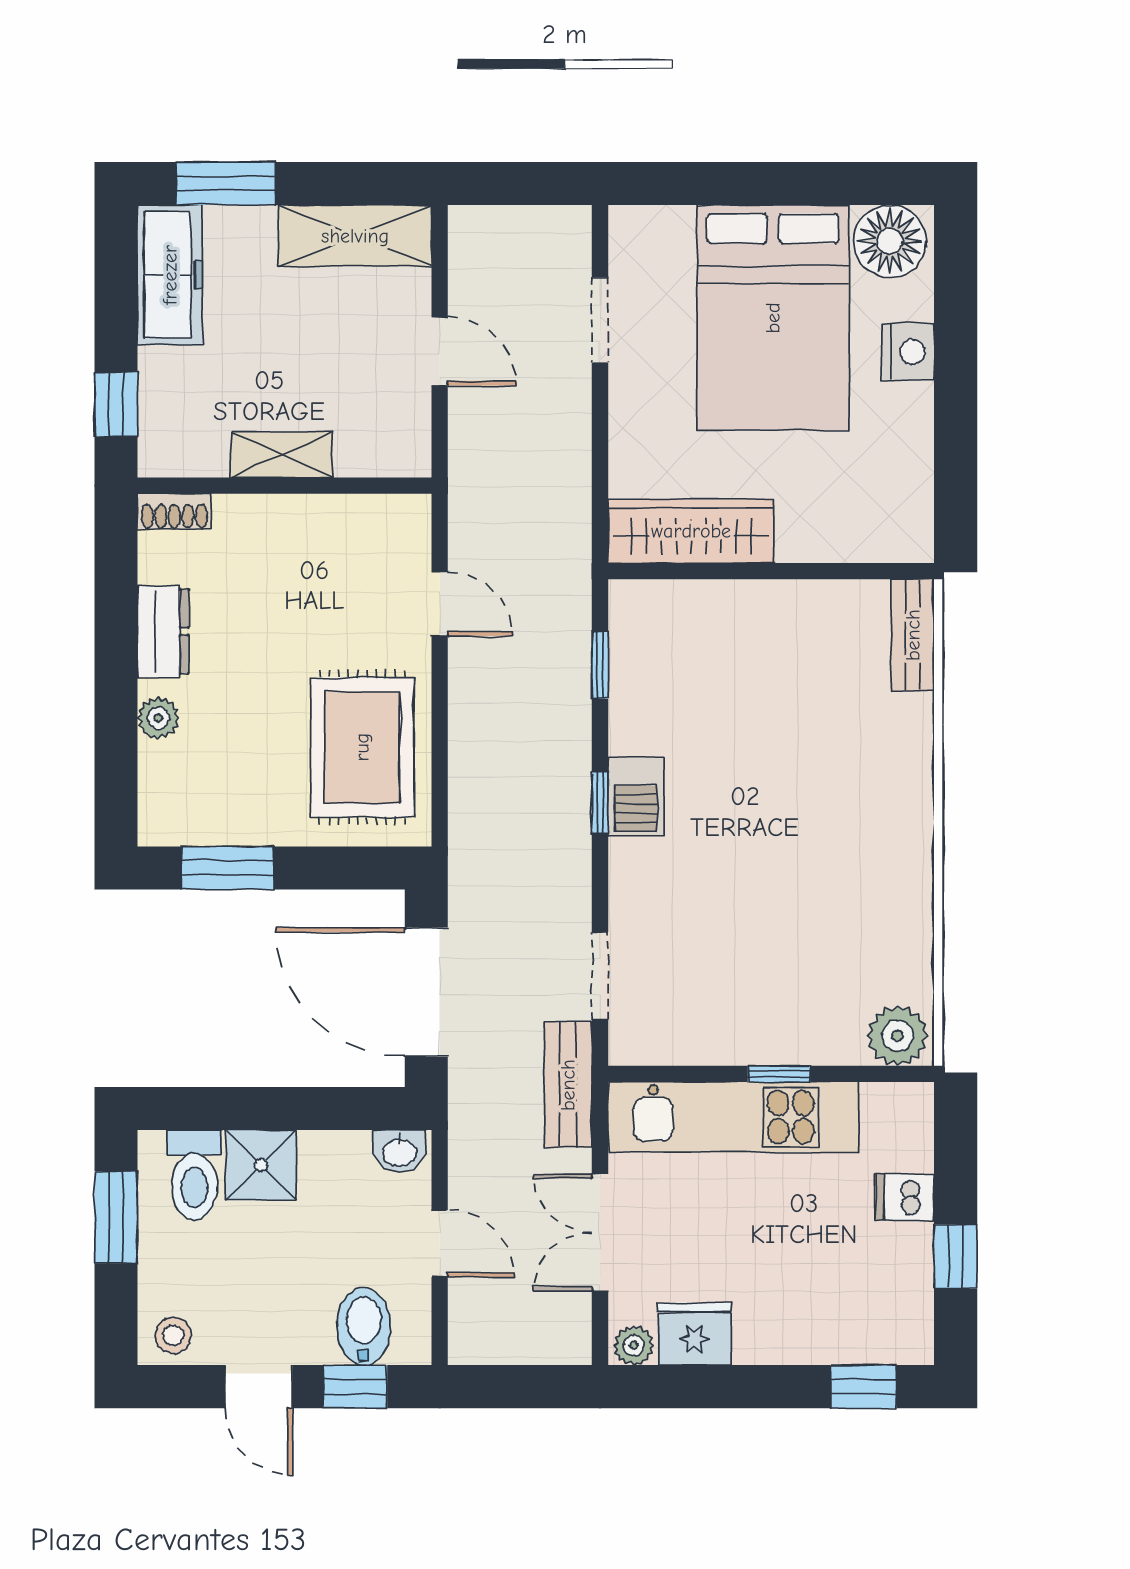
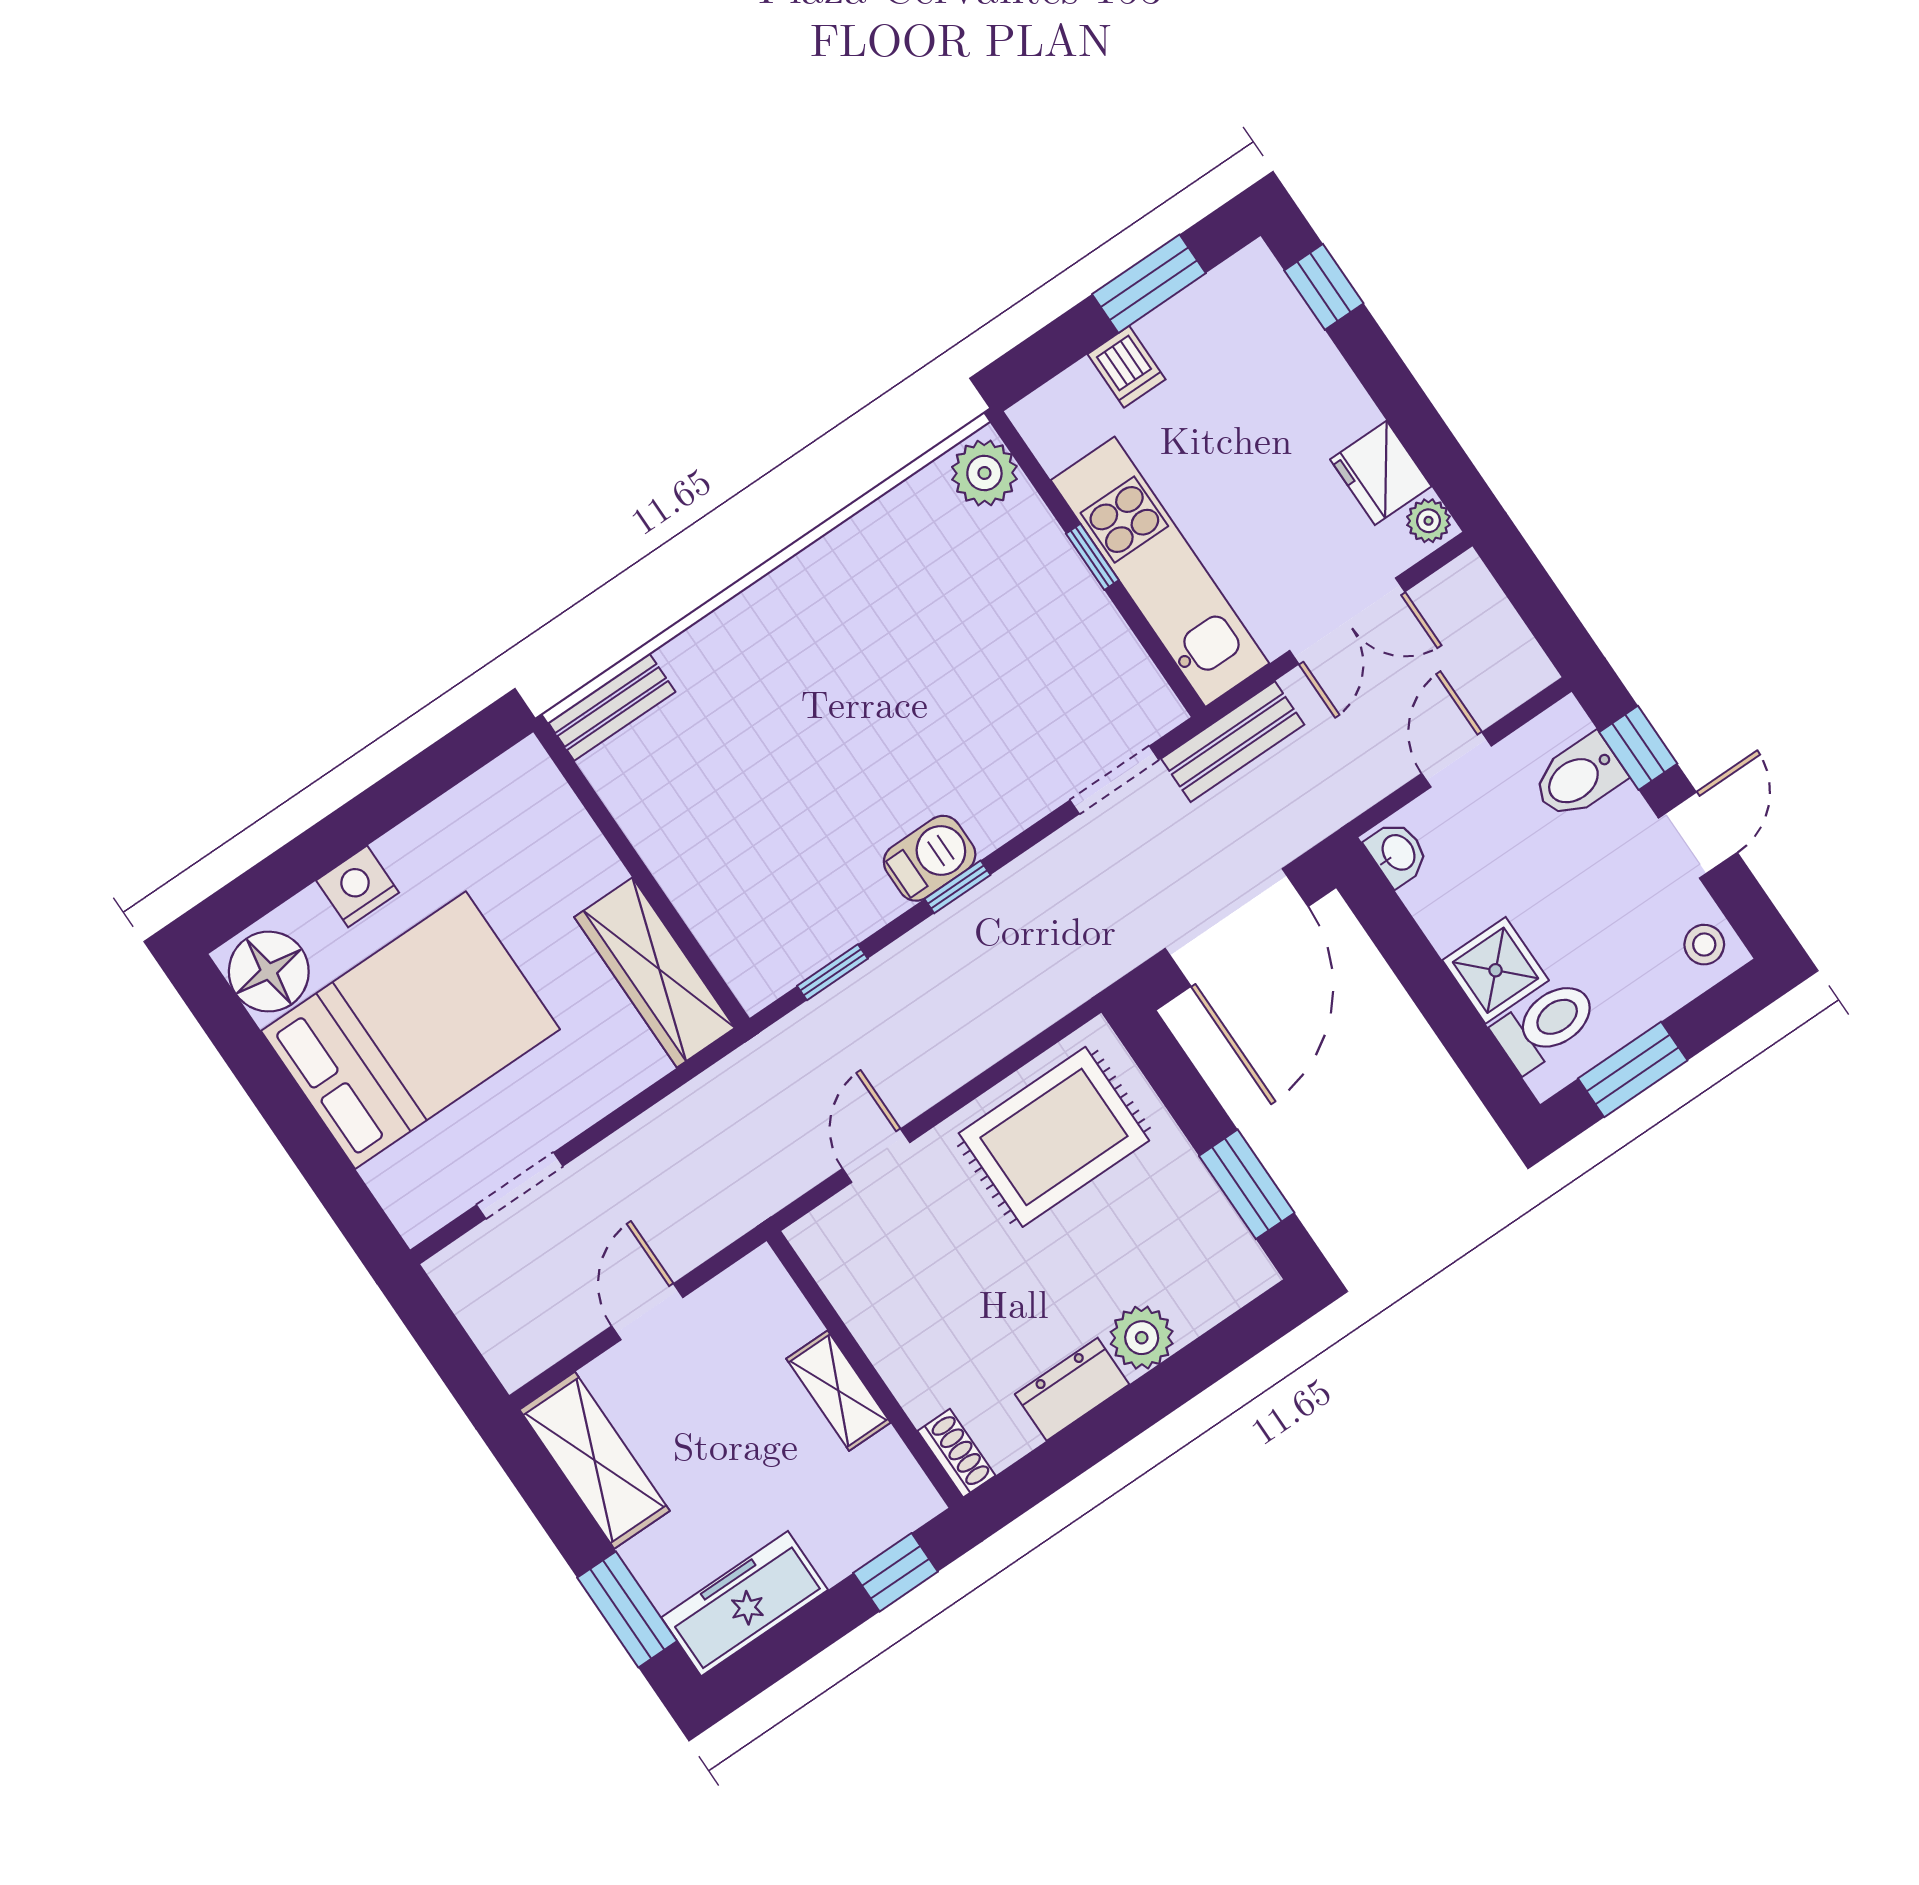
plant: (158, 718) -> (1142, 1338), width x1.38, depth x1.38
window: (956, 1257) -> (1149, 284), width x1.50

